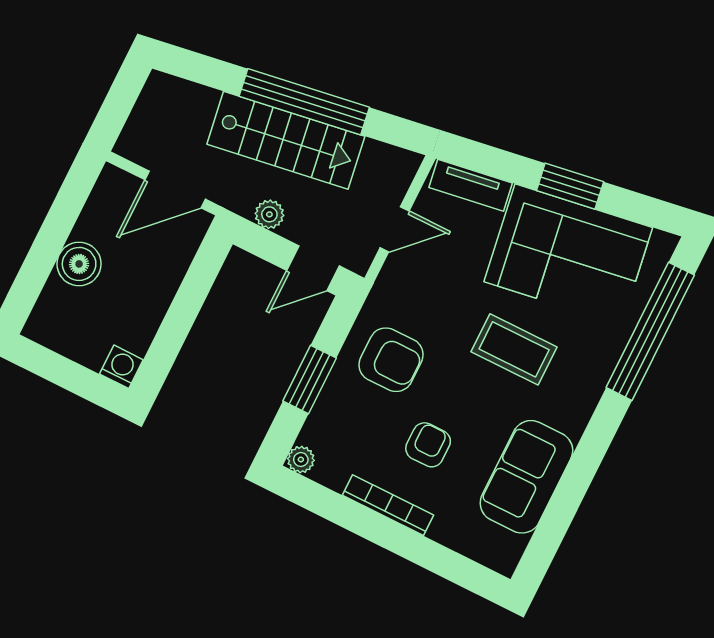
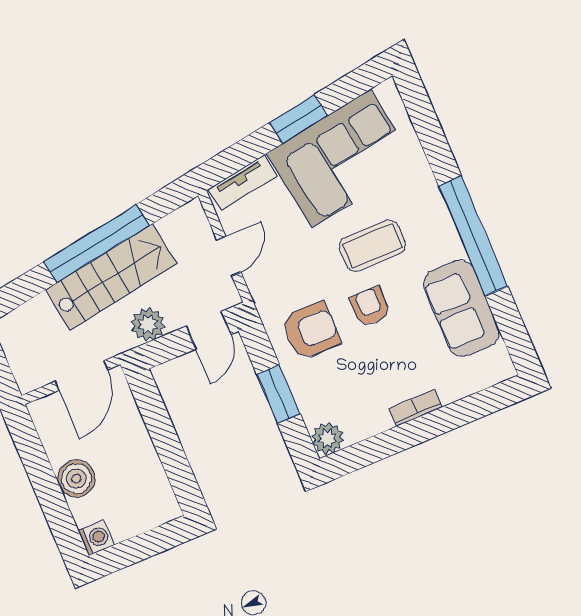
plant: (269, 214) -> (148, 324), width x1.38, depth x1.38
window: (650, 331) -> (473, 236), moved
washing machine: (121, 367) -> (96, 538), moved, turned 90
armchair: (428, 445) -> (370, 307), moved
plant: (301, 460) -> (327, 438), width x1.38, depth x1.38
bookcase: (388, 505) -> (416, 408), width x0.64

